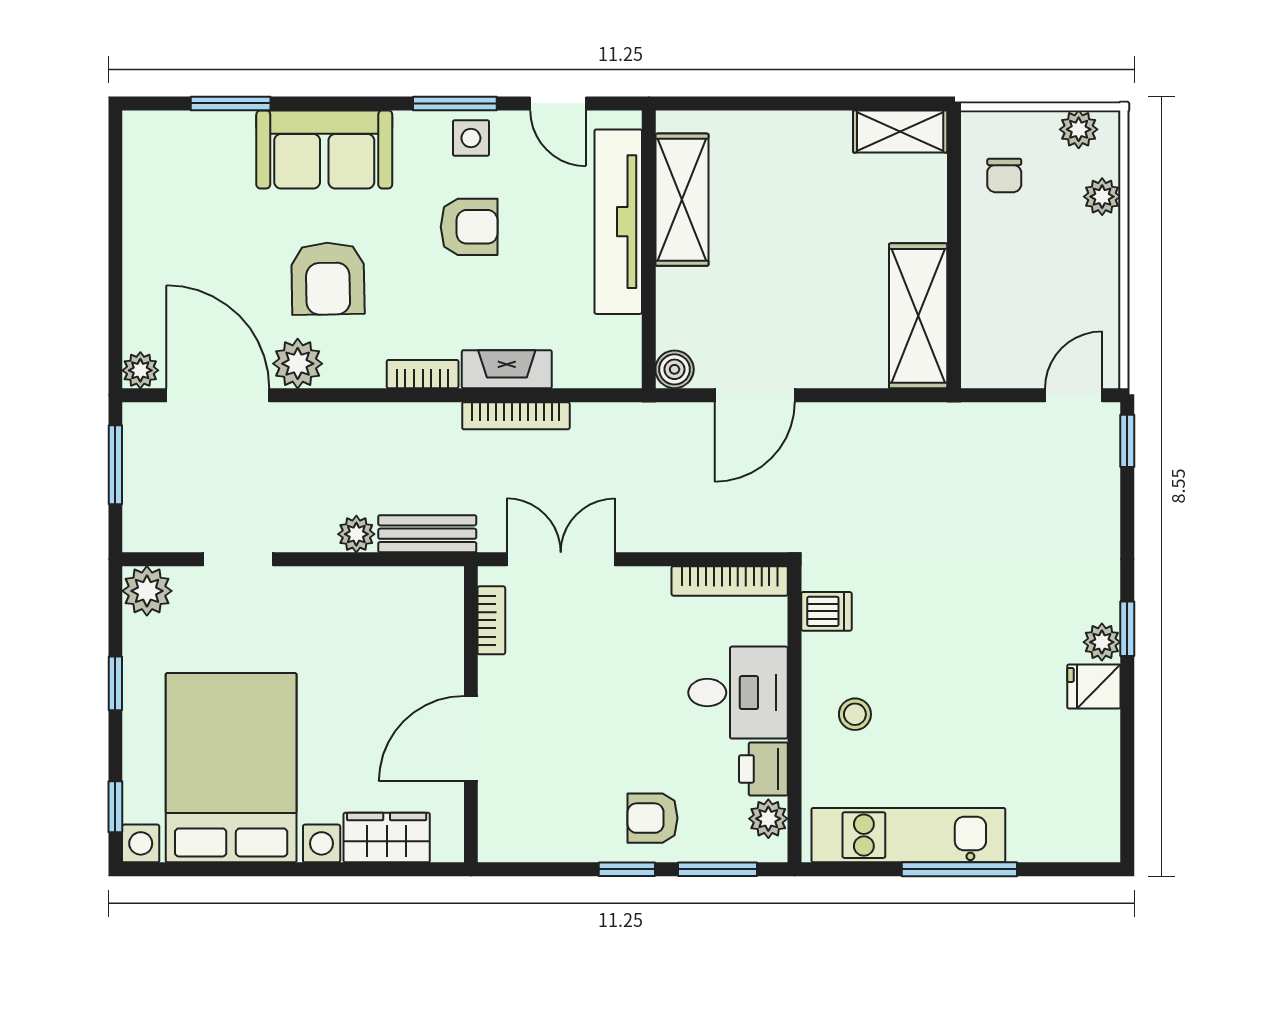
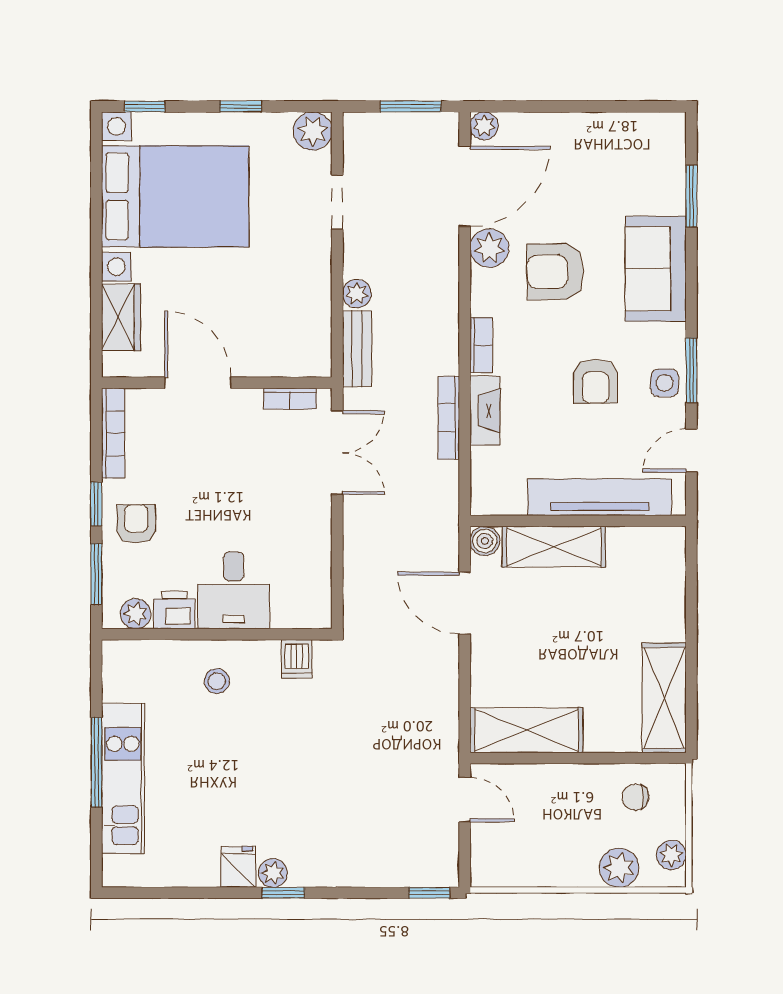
shelving: (900, 131) -> (664, 698), width x1.50, depth x1.33
plant: (1102, 197) -> (619, 868), width x1.38, depth x1.38
shelving: (682, 200) -> (554, 547), moved
door: (1074, 395) -> (465, 800), moved
bookcase: (730, 581) -> (113, 433), moved, turned 180
kitchen unit: (908, 835) -> (123, 778), moved

